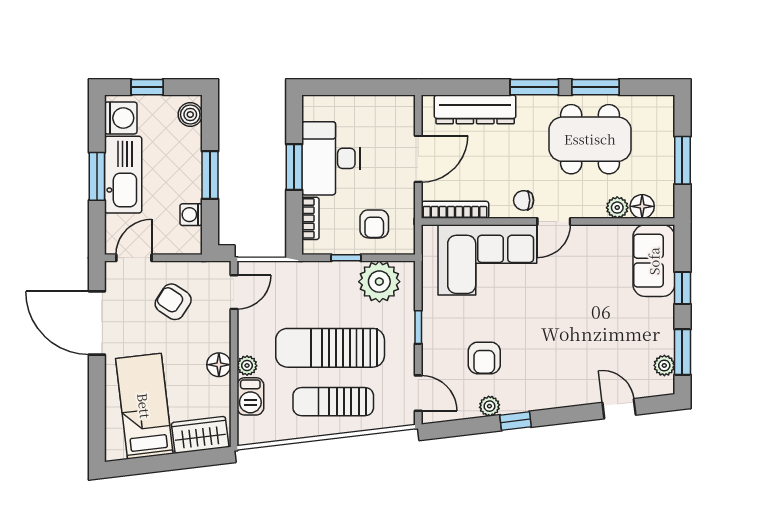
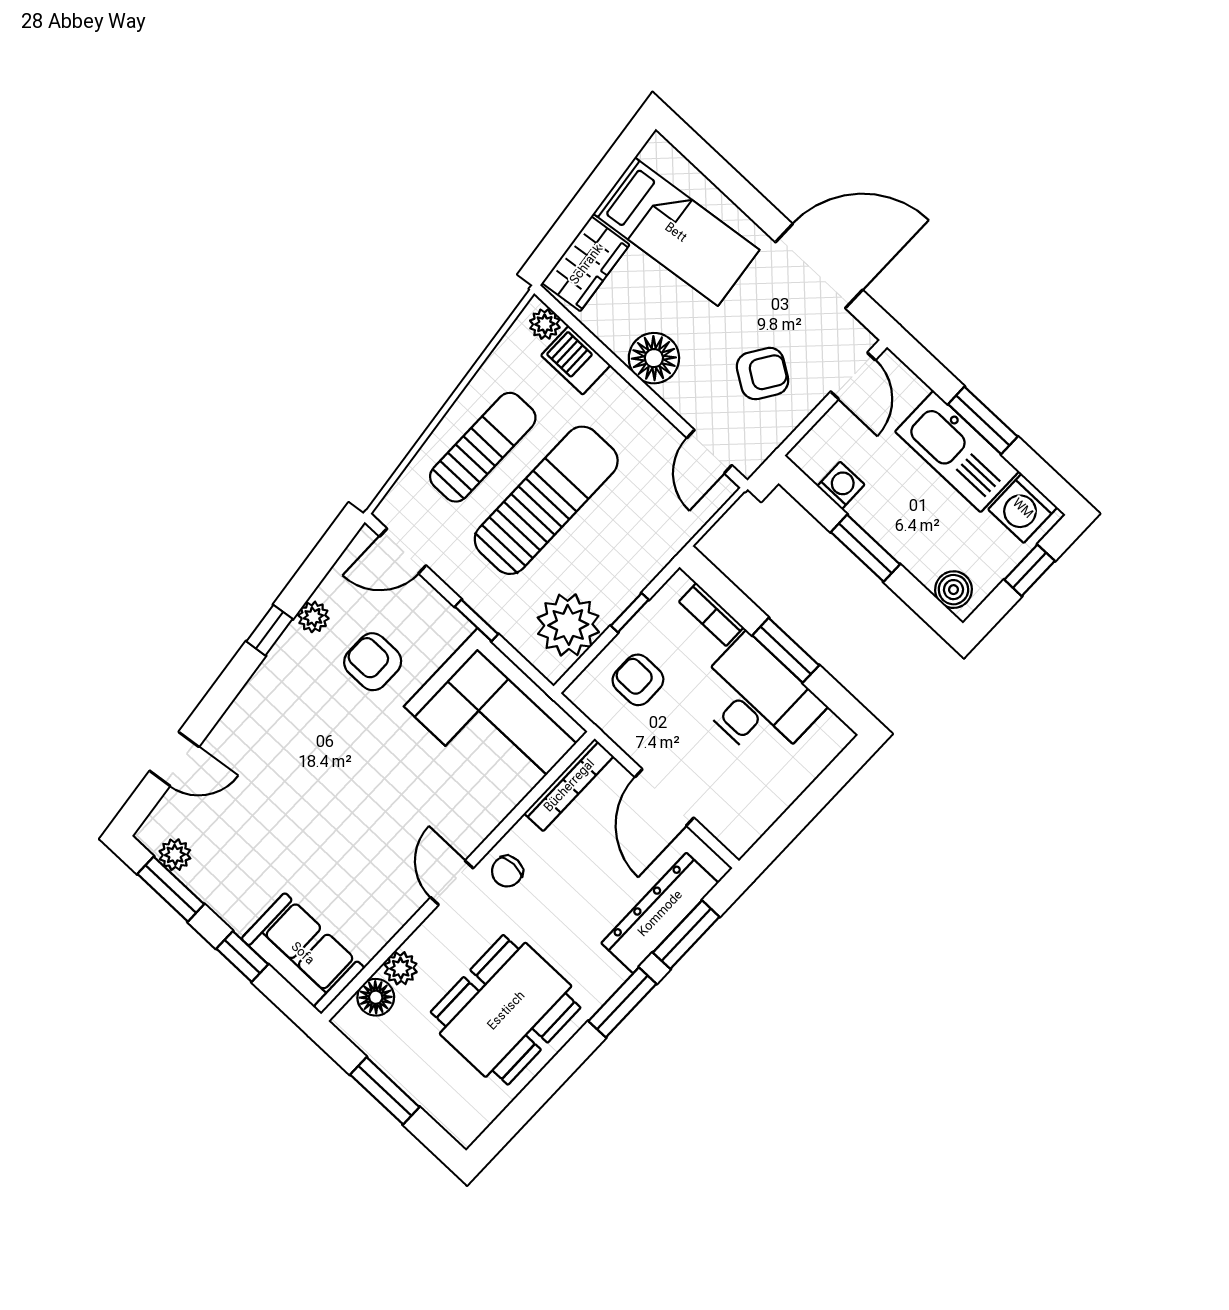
window: (595, 87) -> (686, 935), moved
chair: (524, 200) -> (507, 871), turned 180
corner sofa: (487, 260) -> (496, 719), moved, turned -90
floor lamp: (219, 365) -> (654, 358), width x1.38, depth x1.38
plant: (247, 366) -> (545, 324), moved

